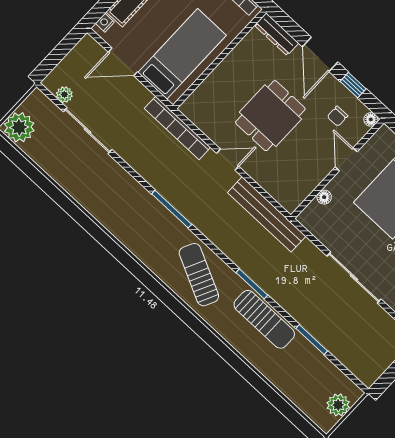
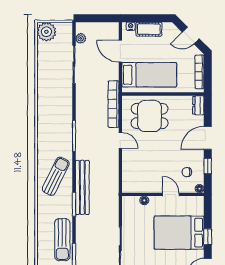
dresser: (277, 34) -> (198, 105), width x0.70
dining table: (270, 116) -> (150, 116), moved
door: (346, 159) -> (171, 194), hinge flipped
bench: (267, 214) -> (82, 187), moved
sun lounger: (264, 319) -> (62, 240), moved

